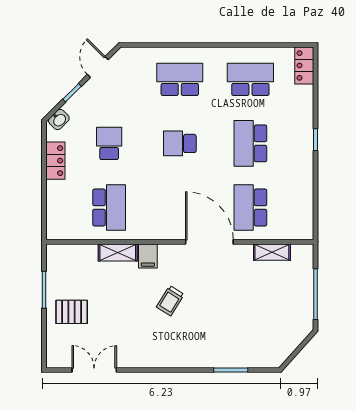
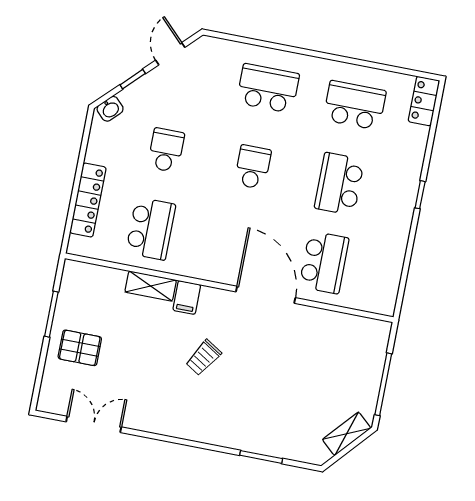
school desk: (180, 143) -> (253, 167), turned 90
locker: (55, 161) -> (88, 200), moved, width x1.53
school desk: (250, 207) -> (324, 262), turned 180
shelving: (272, 252) -> (347, 434), moved, turned -48

